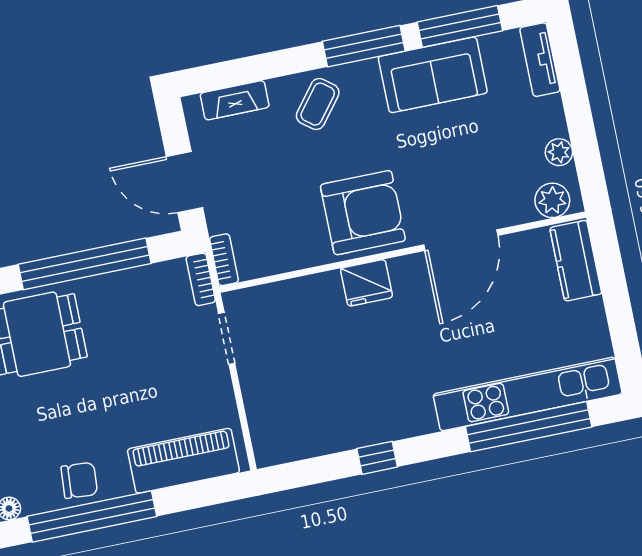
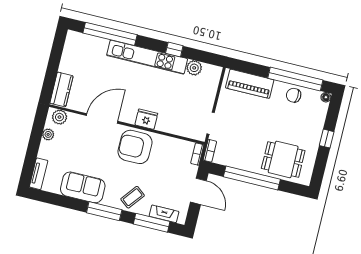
window: (460, 26) -> (152, 223), moved
kitchen unit: (528, 394) -> (147, 57), moved
plant: (317, 439) -> (194, 68), added

